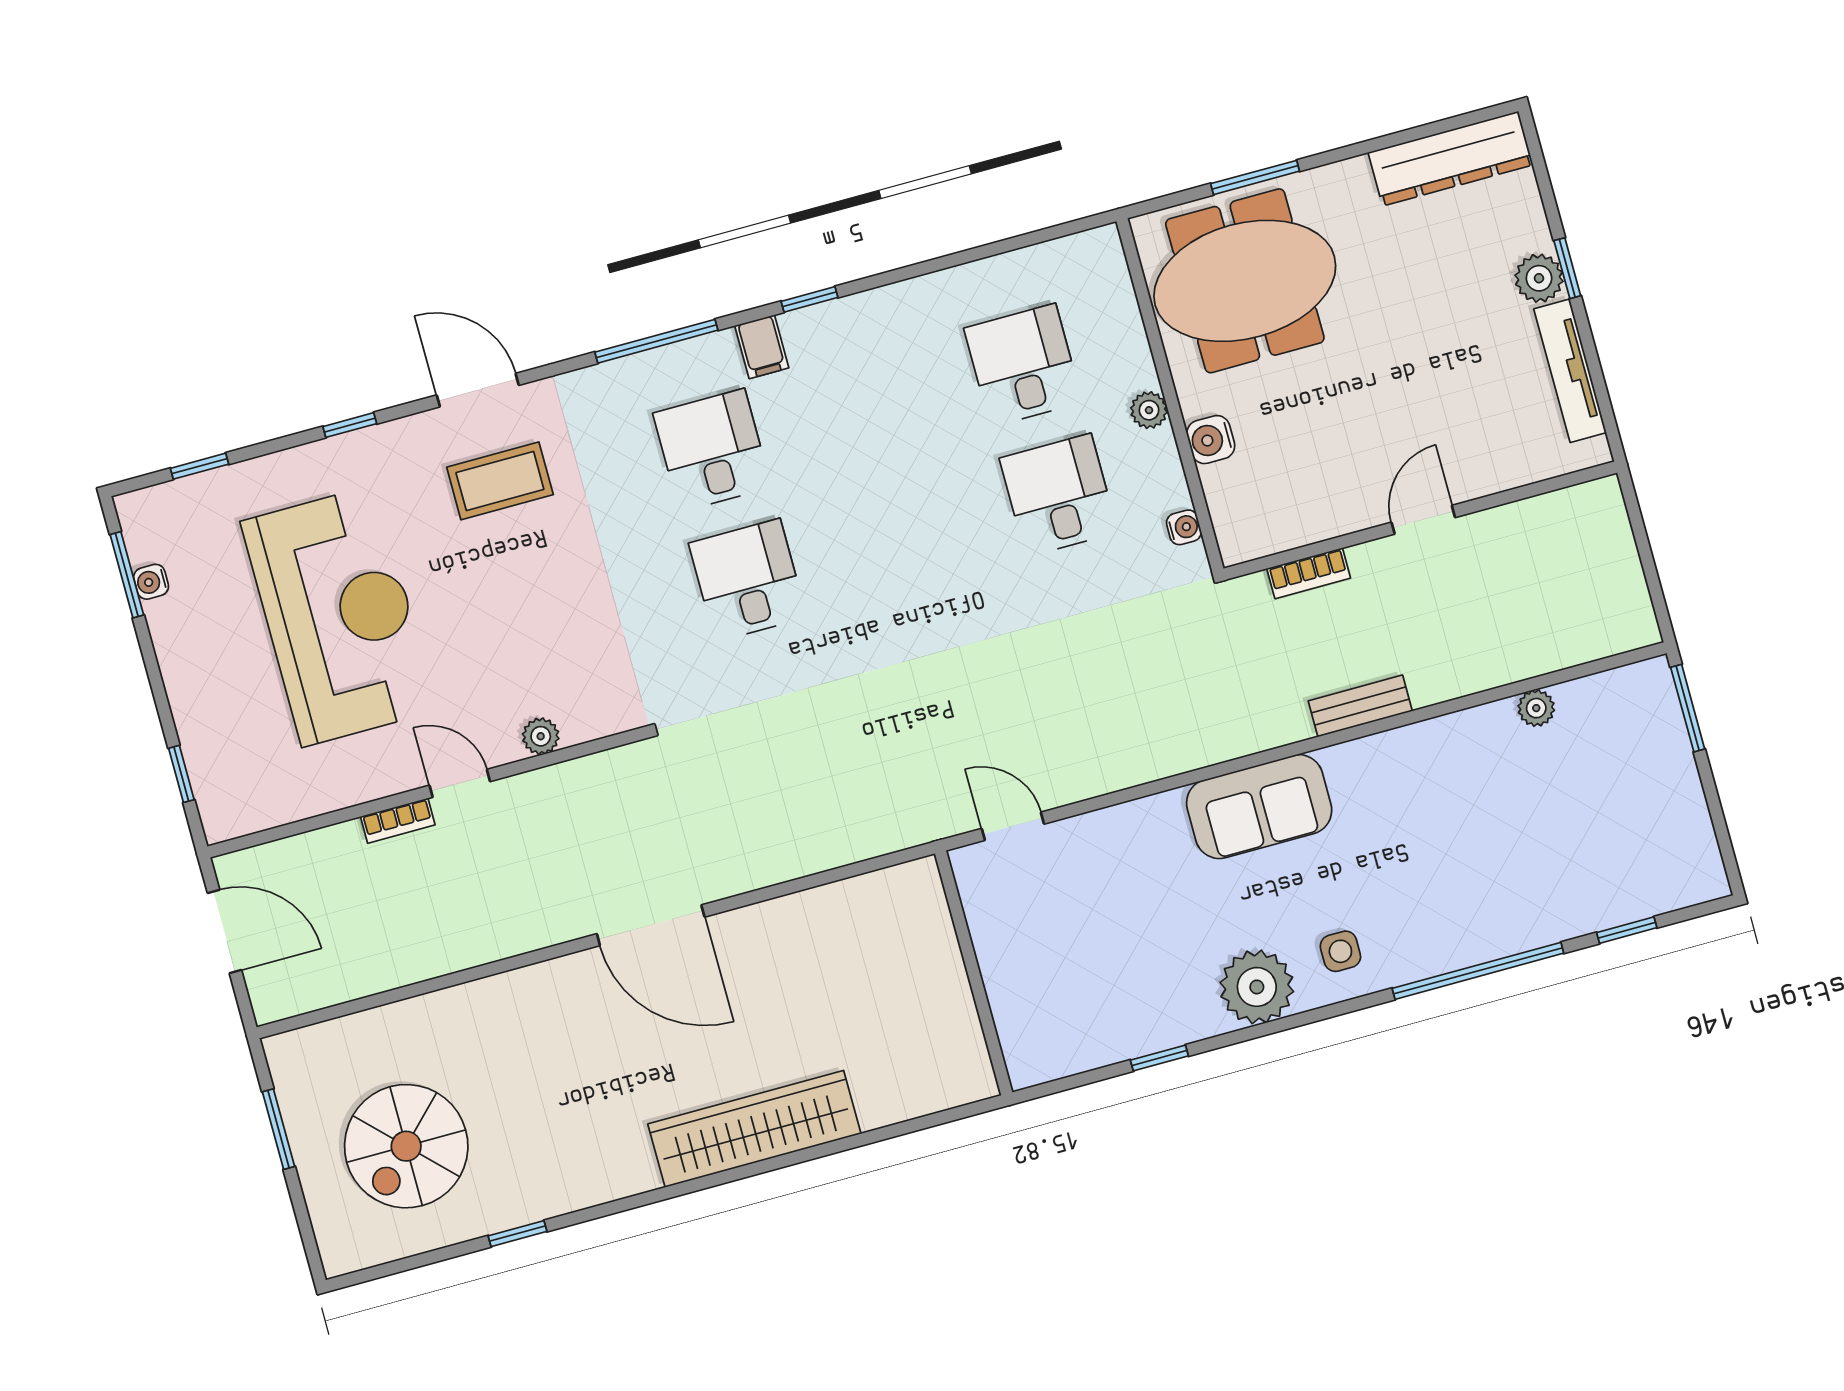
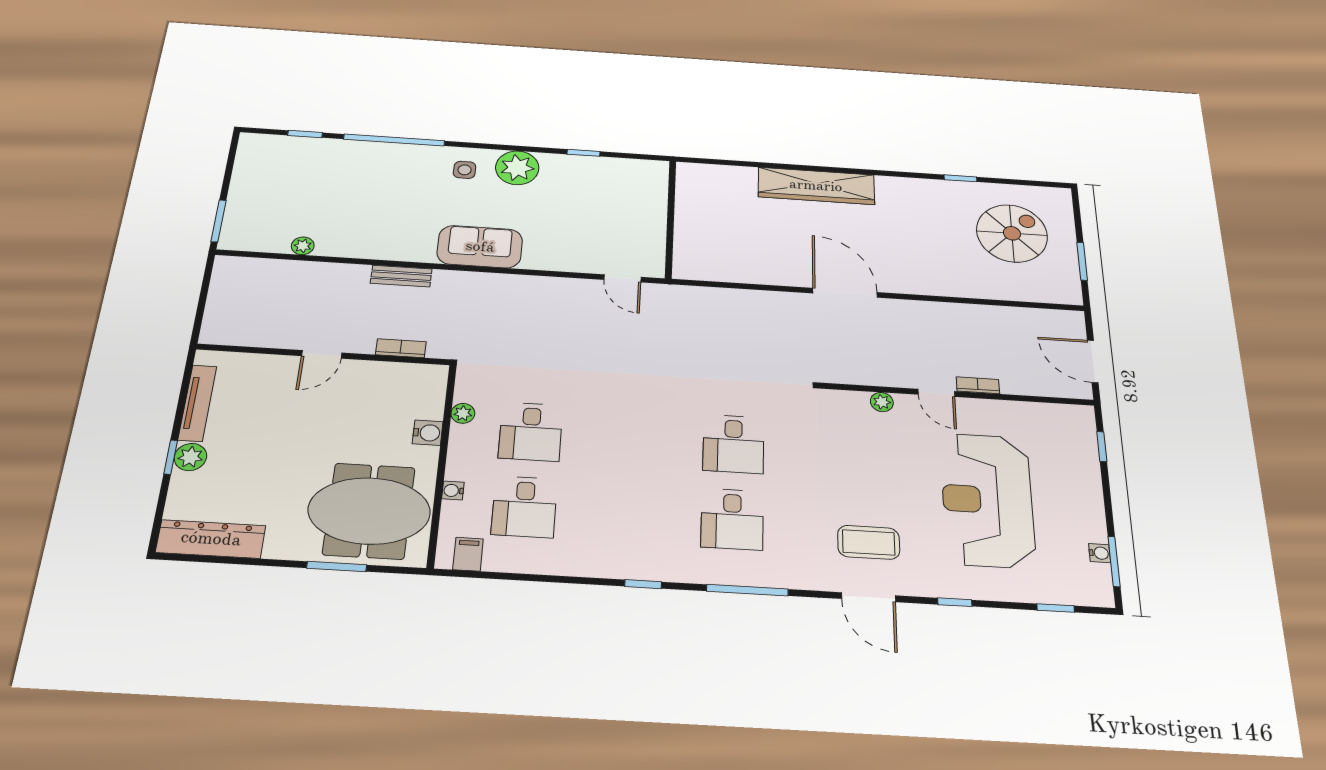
filing cabinet: (762, 347) -> (468, 554), moved
plant: (1149, 410) -> (463, 413), moved
water cooler: (1184, 527) -> (453, 490), moved

